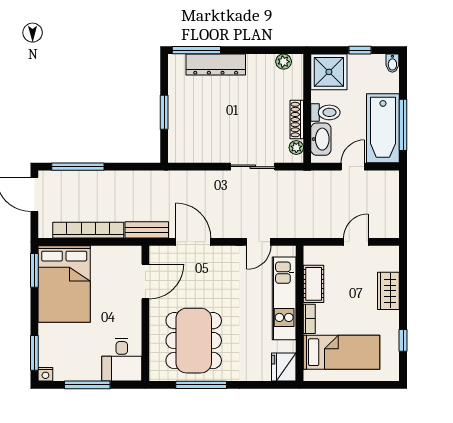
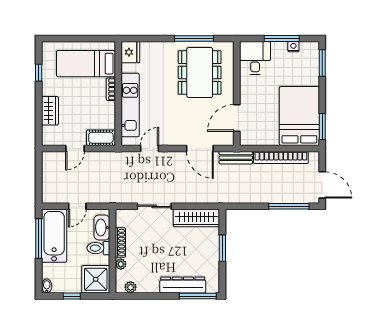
plant: (296, 148) -> (121, 264), moved
wardrobe: (198, 151) -> (196, 218), added
cot: (314, 284) -> (101, 138), moved, turned 90
nightstand: (45, 374) -> (293, 47), moved

